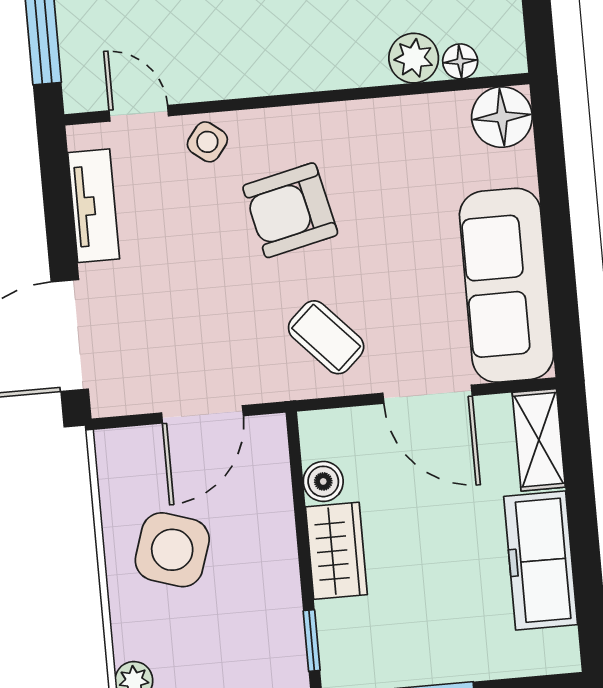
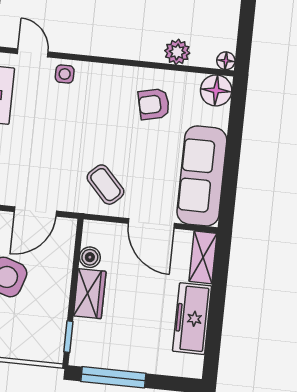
floor lamp: (460, 61) -> (226, 61), moved
side table: (207, 142) -> (65, 74), turned -38
armchair: (290, 210) -> (154, 104), moved, width x0.72, depth x0.72

